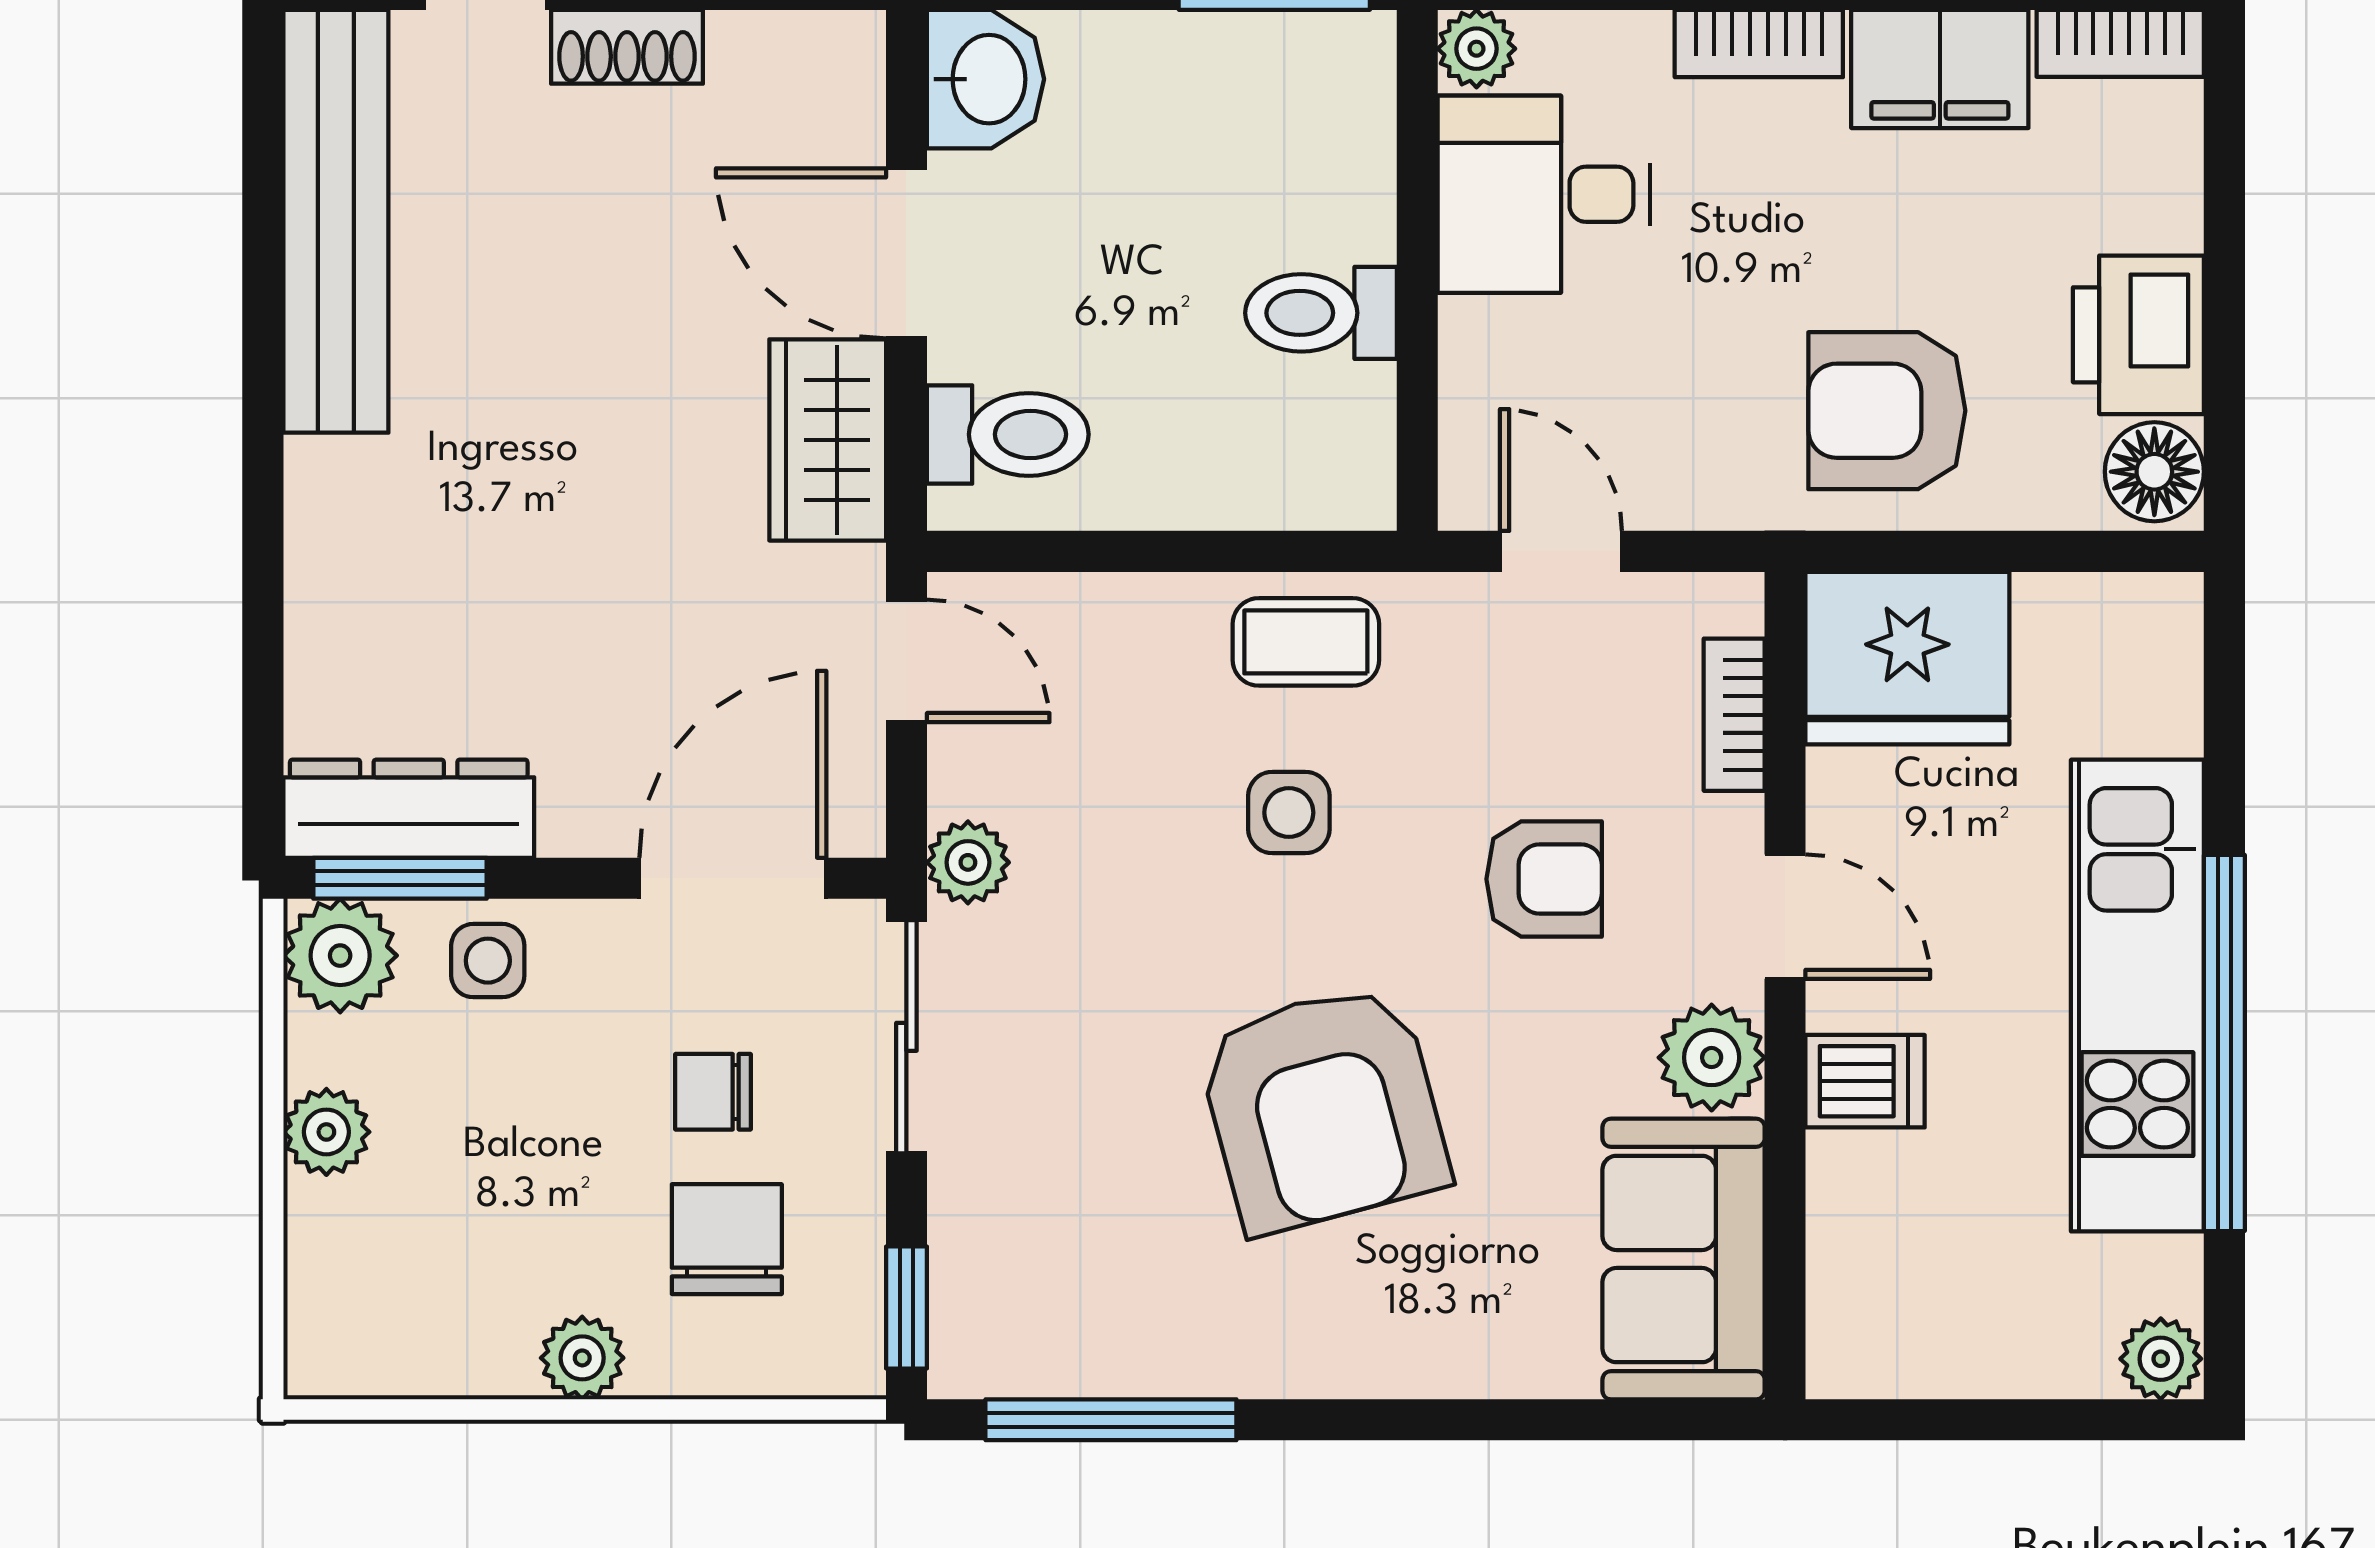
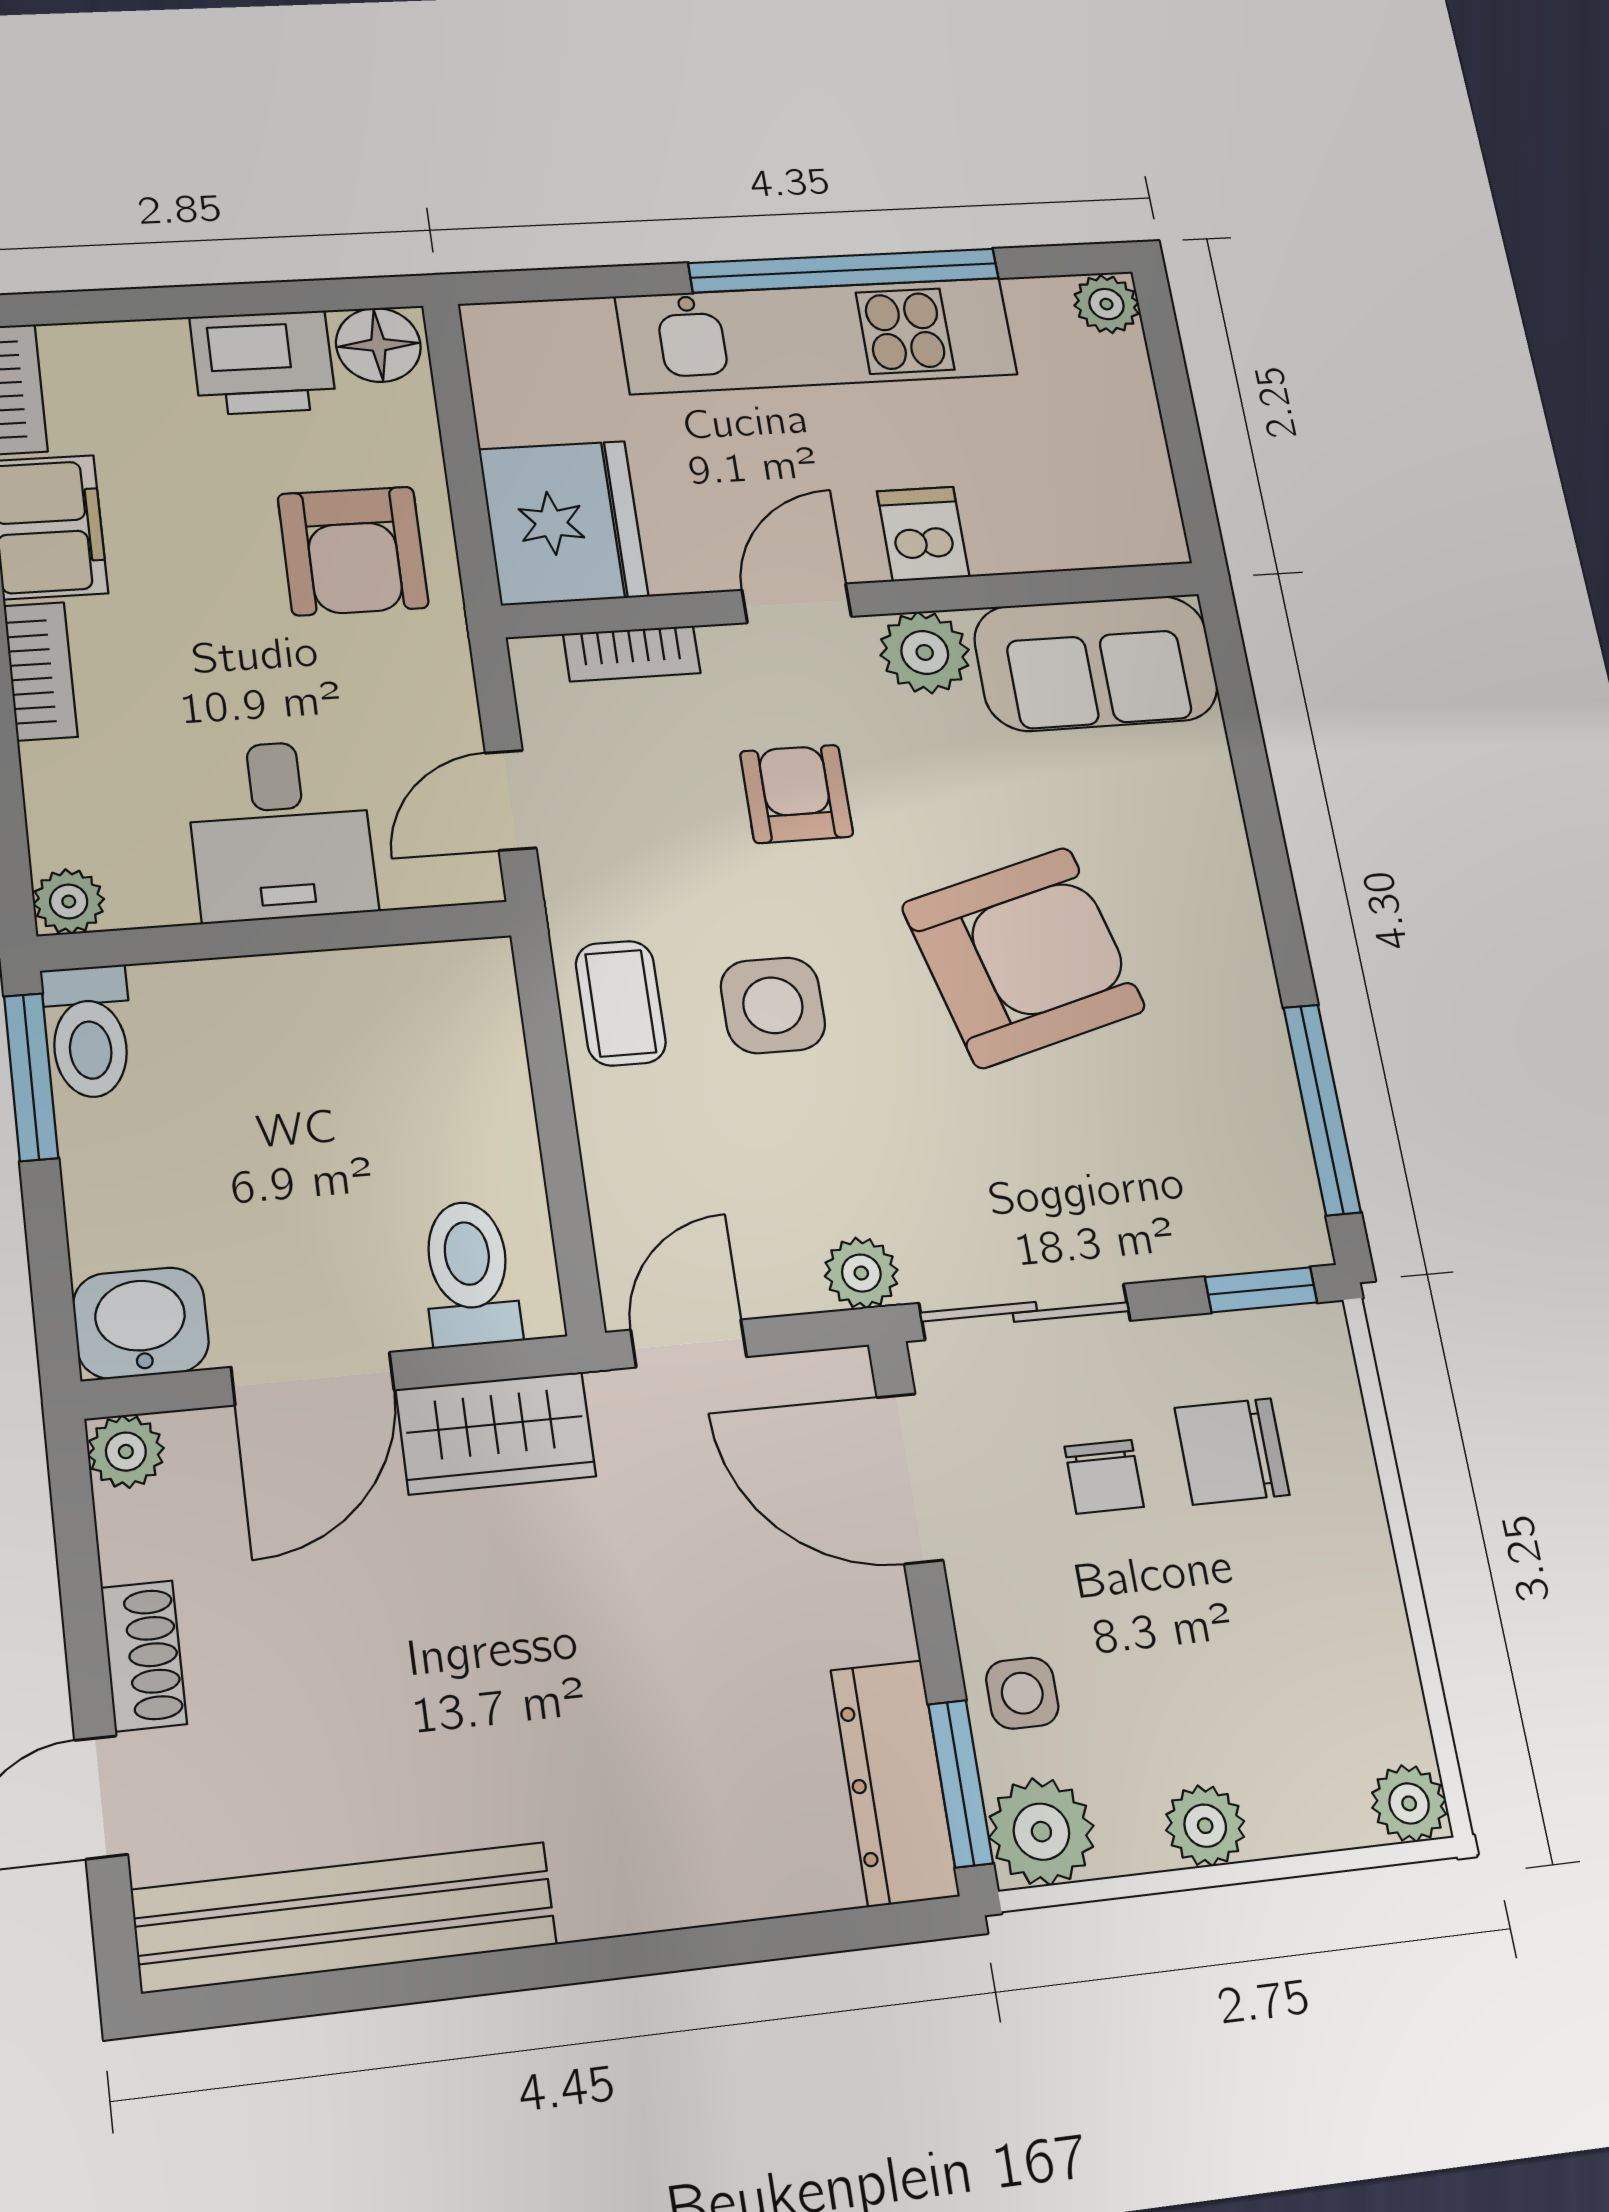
plant: (846, 50) -> (126, 1452), added
desk: (1544, 194) -> (281, 830), moved
toilet: (1321, 313) -> (89, 1032), moved
side table: (1289, 813) -> (773, 1005), width x1.37, depth x1.37
plant: (582, 1358) -> (1409, 1803), moved

